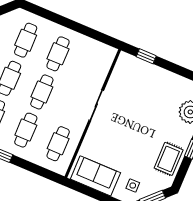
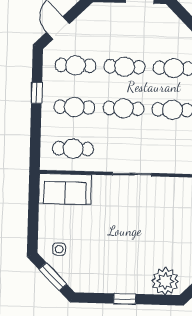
rug: (169, 159) -> (104, 277), removed
sofa: (95, 176) -> (65, 189), moved, turned 90

